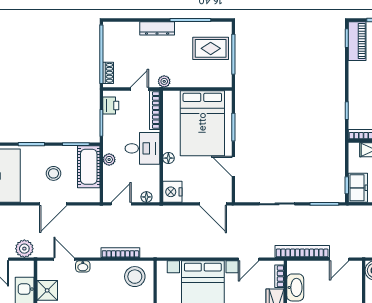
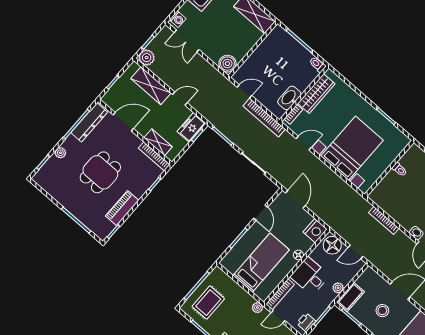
piano: (357, 41) -> (122, 208), moved
rug: (211, 48) -> (208, 303), turned 90
bed: (202, 123) -> (261, 263), width x0.67
cot: (89, 167) -> (350, 297), width x0.73, depth x0.75
floor lamp: (146, 197) -> (332, 245), width x1.89, depth x1.89
stool: (135, 277) -> (388, 197), removed

